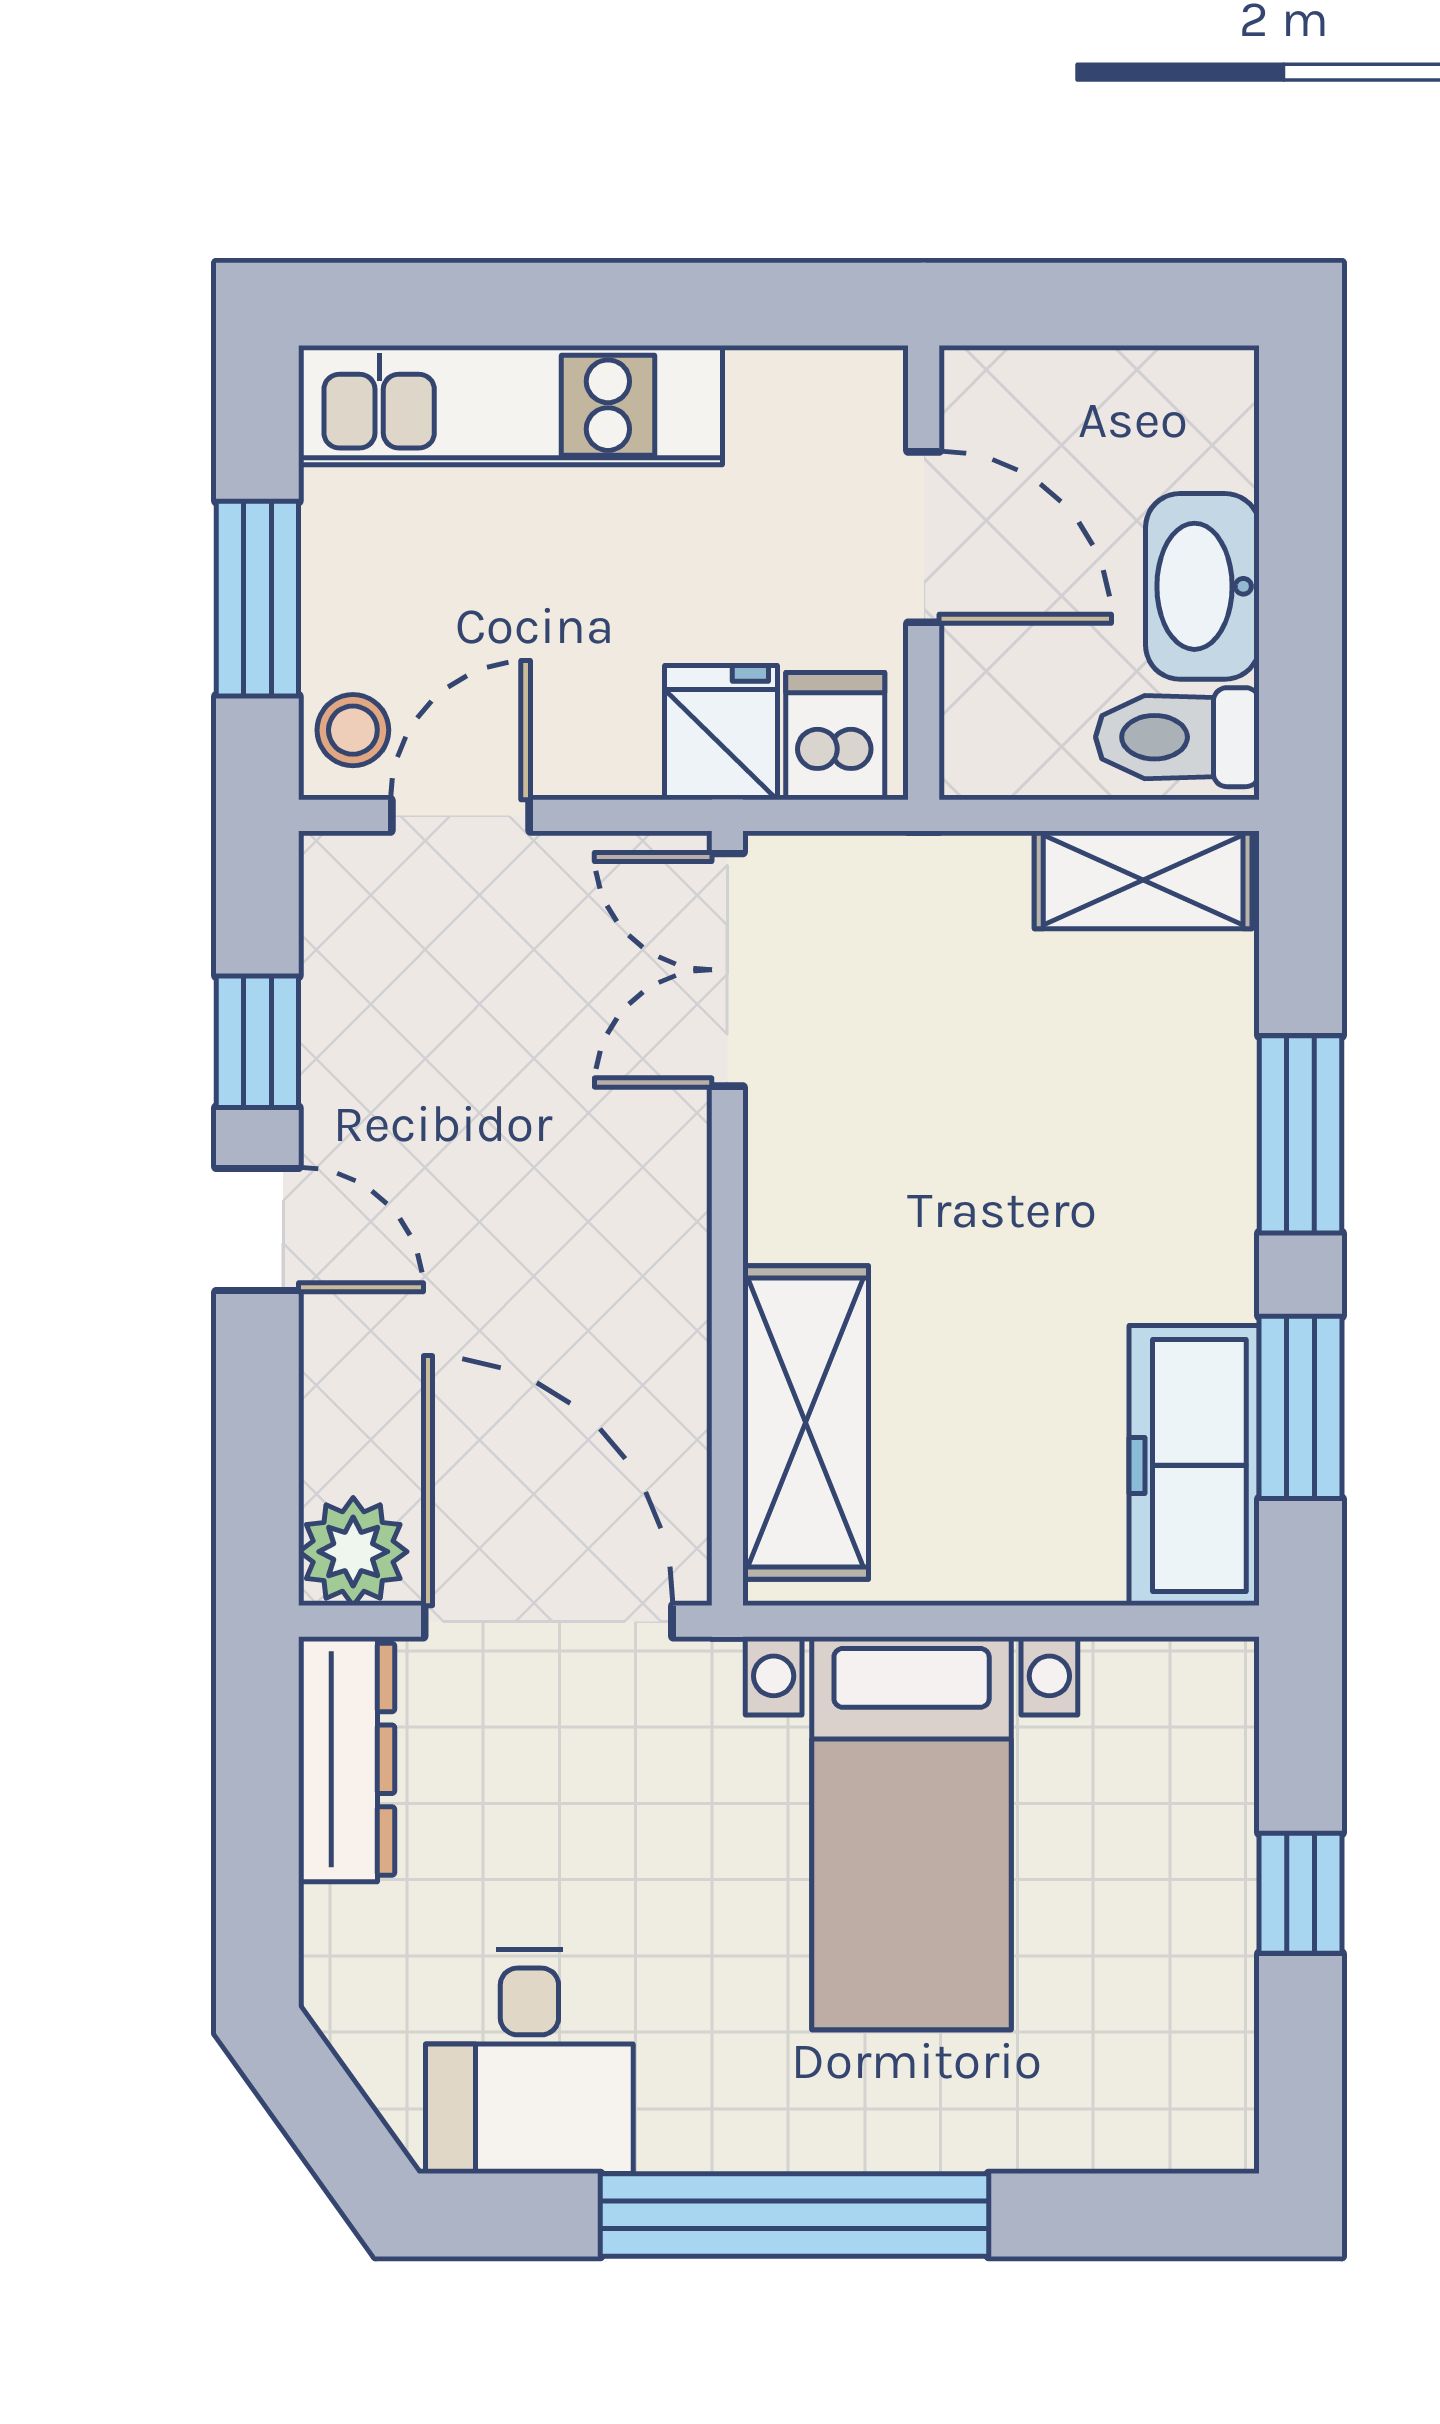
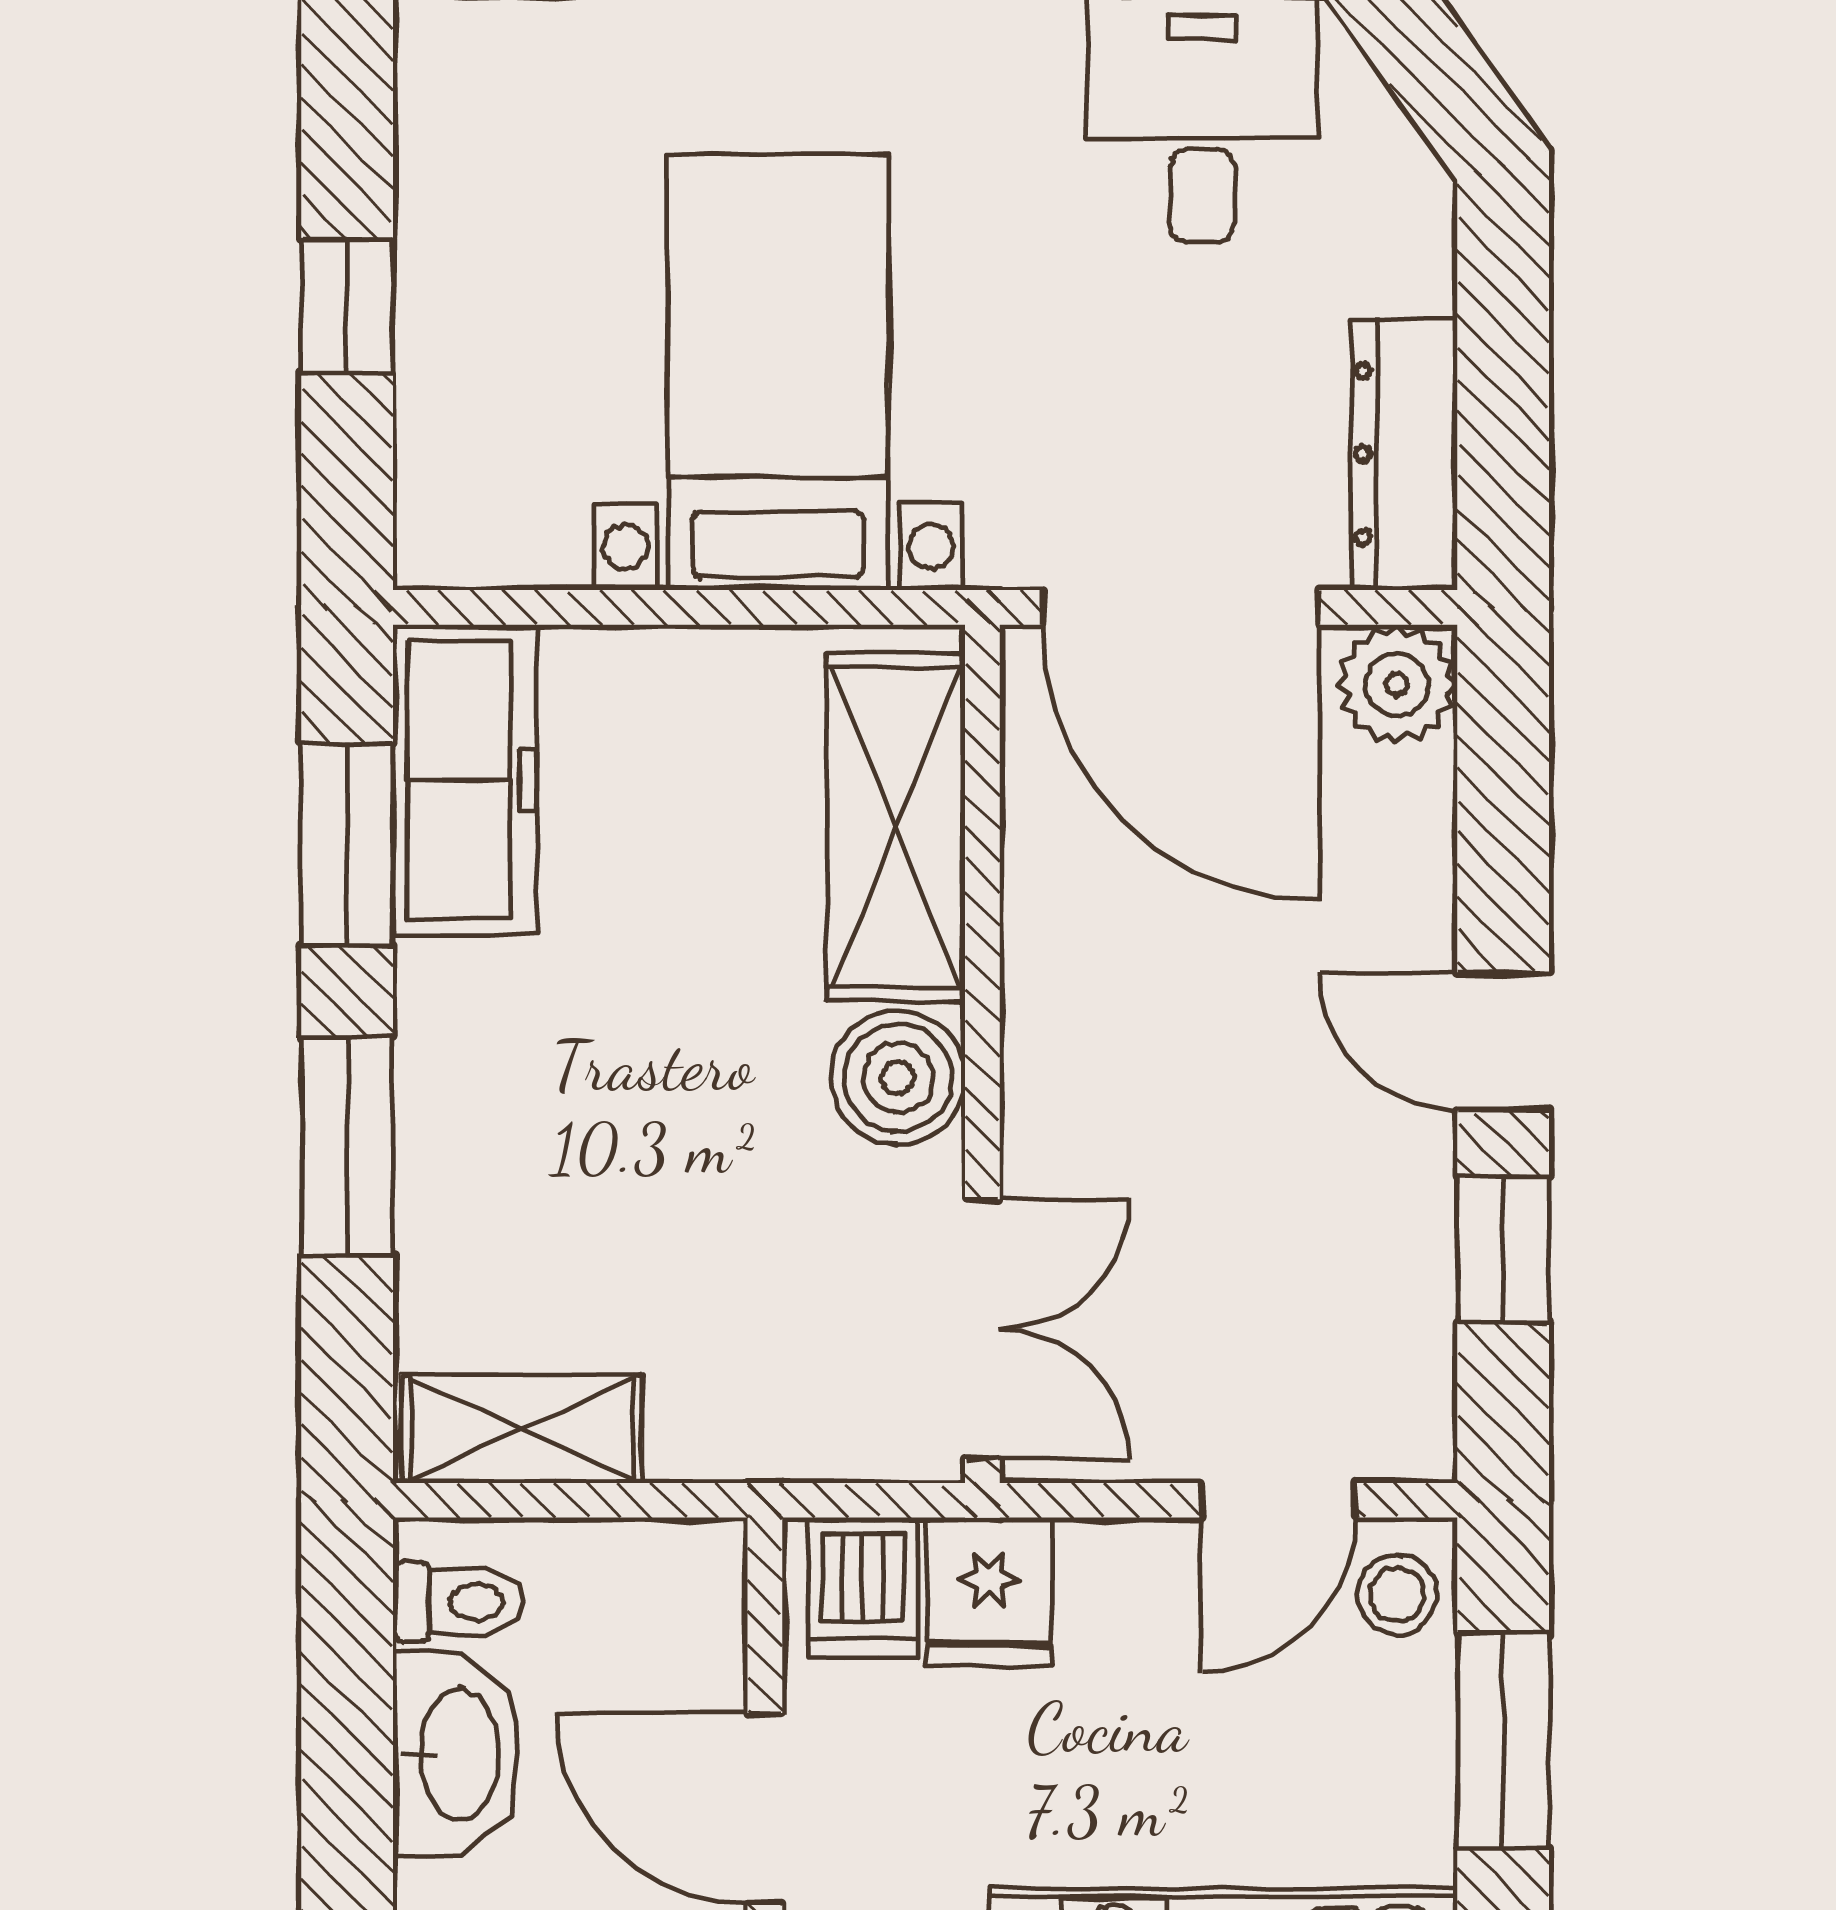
toilet: (1177, 737) -> (458, 1602), width x0.73, depth x0.72
boiler: (803, 1197) -> (898, 1078), added

